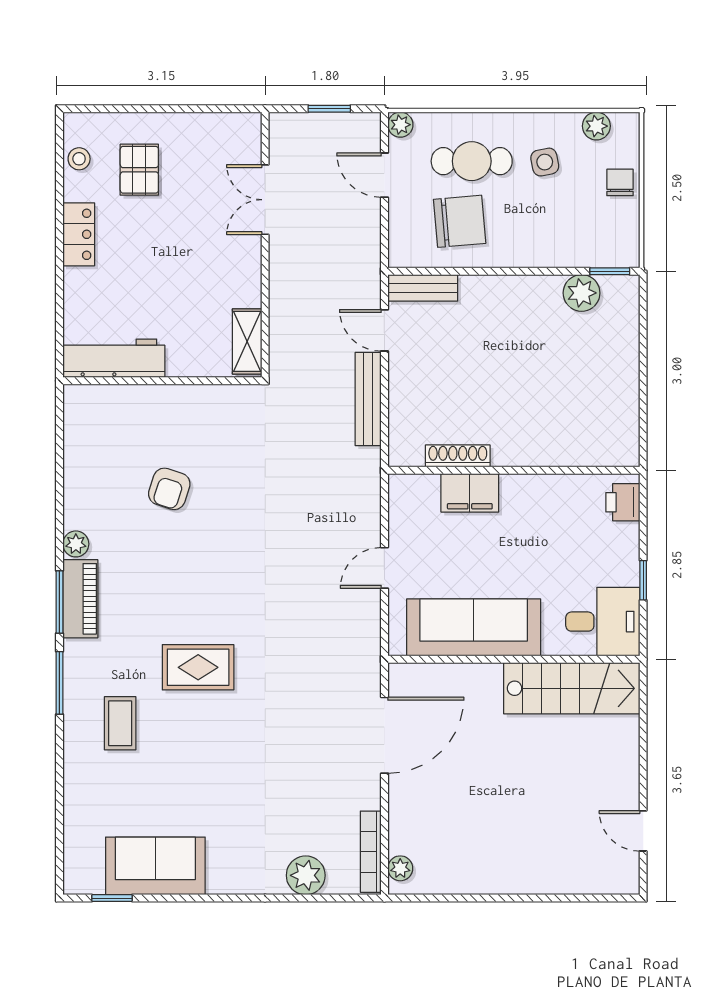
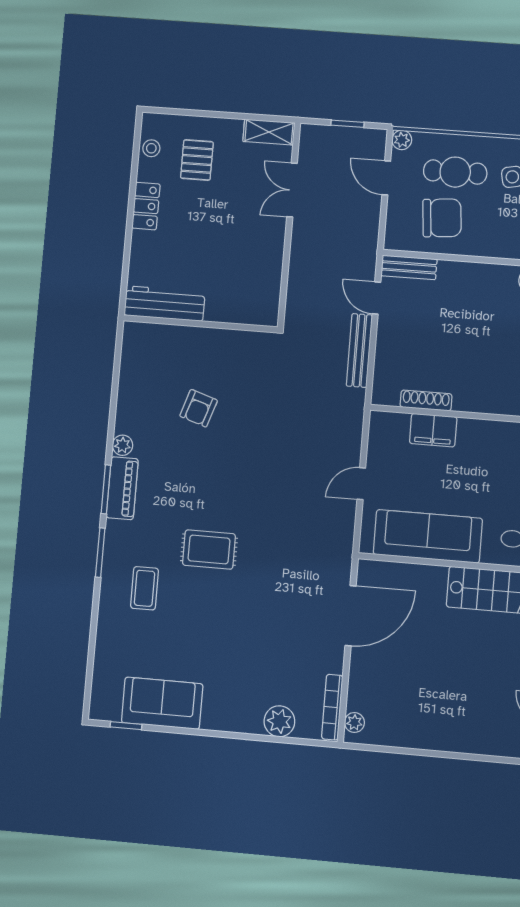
shelving: (247, 341) -> (269, 132), moved, turned 90

